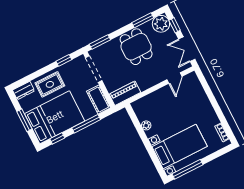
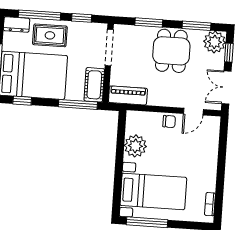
window: (100, 42) -> (149, 22), moved
window: (35, 75) -> (39, 15), added
chair: (162, 94) -> (169, 121), added
window: (86, 124) -> (78, 104), moved
plant: (146, 125) -> (135, 146), width x1.88, depth x1.88

